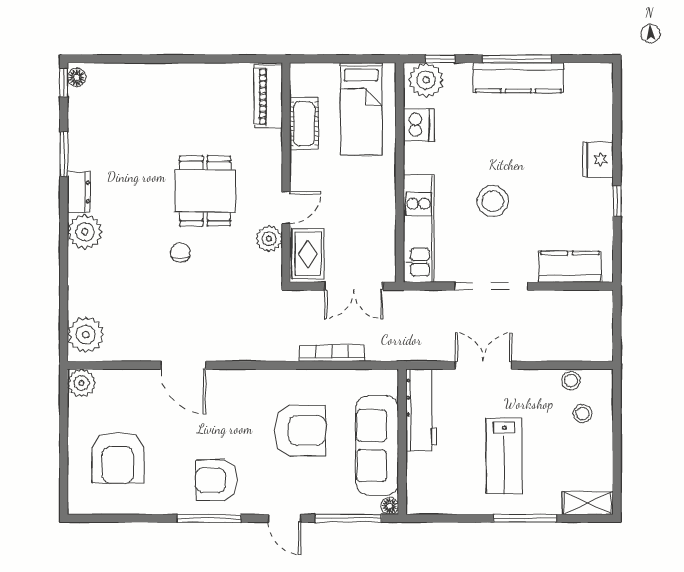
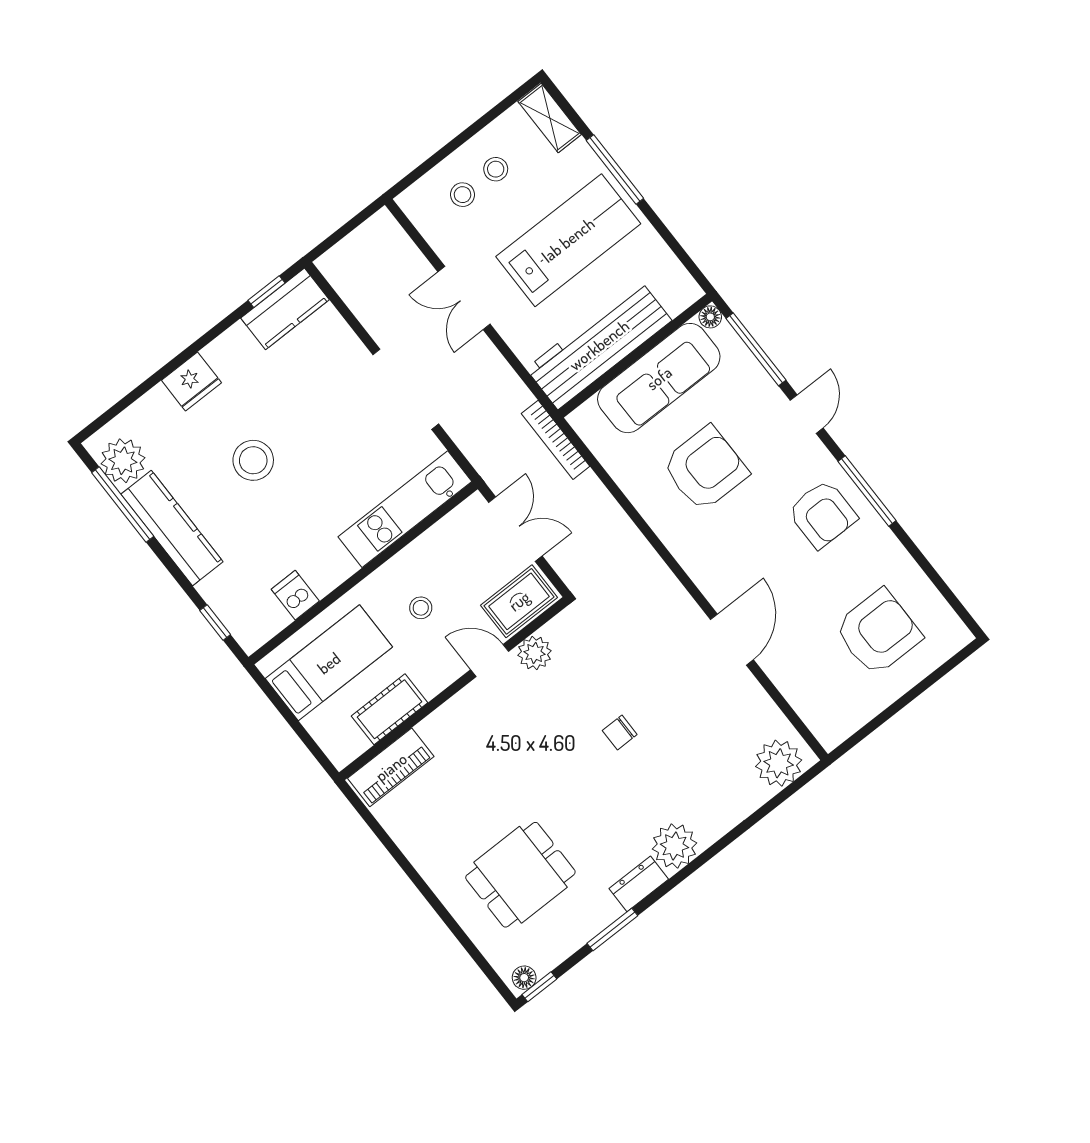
window: (517, 59) -> (123, 504), moved
plant: (426, 80) -> (123, 461), moved
dishwasher: (419, 125) -> (295, 595), width x0.73
dining table: (205, 191) -> (520, 875), moved
stool: (351, 191) -> (421, 608), added
stool: (493, 201) -> (253, 460), moved
window: (617, 201) -> (266, 292), moved
kitchen counter: (570, 267) -> (285, 309), moved, turned -90
bookcase: (332, 353) -> (556, 440), moved
double door: (483, 365) -> (464, 298), moved
stool: (571, 381) -> (496, 169), moved
plant: (82, 383) -> (831, 729), removed
workbench: (421, 410) -> (599, 345), width x1.36, depth x1.32
armchair: (300, 430) -> (705, 468), turned 90
lab bench: (504, 456) -> (568, 240), width x1.36, depth x1.39

